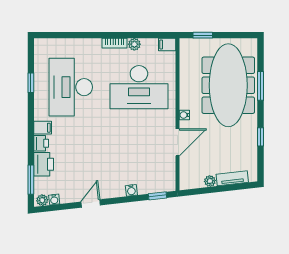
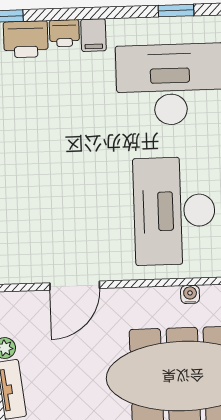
water cooler: (184, 115) -> (190, 294), moved
door: (178, 142) -> (75, 286), hinge flipped

